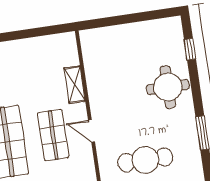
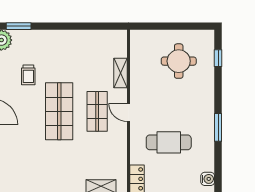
round table: (168, 87) -> (179, 61), moved

